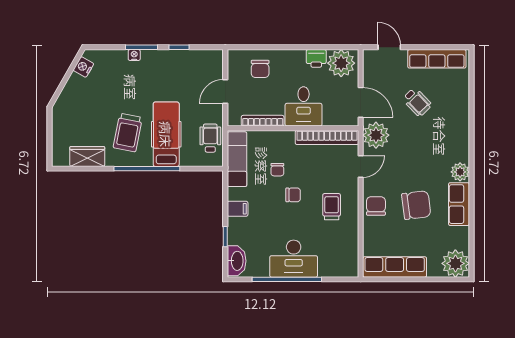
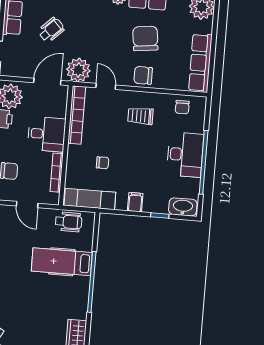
trolley: (128, 133) -> (57, 297), removed
wheelchair: (210, 138) -> (69, 222), turned 180
chair: (293, 195) -> (182, 107), moved, turned 180

